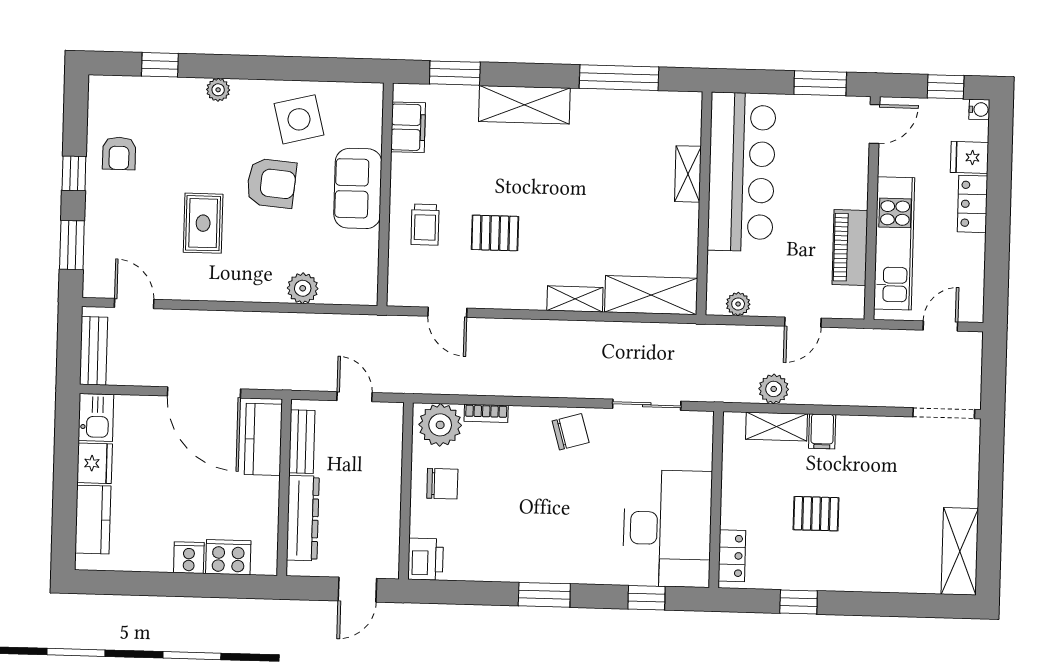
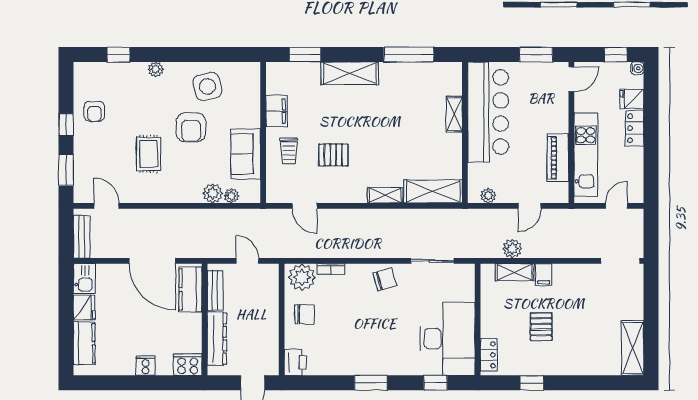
filing cabinet: (408, 127) -> (276, 111), moved
armchair: (271, 183) -> (191, 127), turned 85
sofa: (358, 188) -> (246, 154), moved
plant: (332, 293) -> (231, 196), added
pallet: (816, 514) -> (541, 327), turned 90
cooker: (228, 557) -> (188, 365), moved

